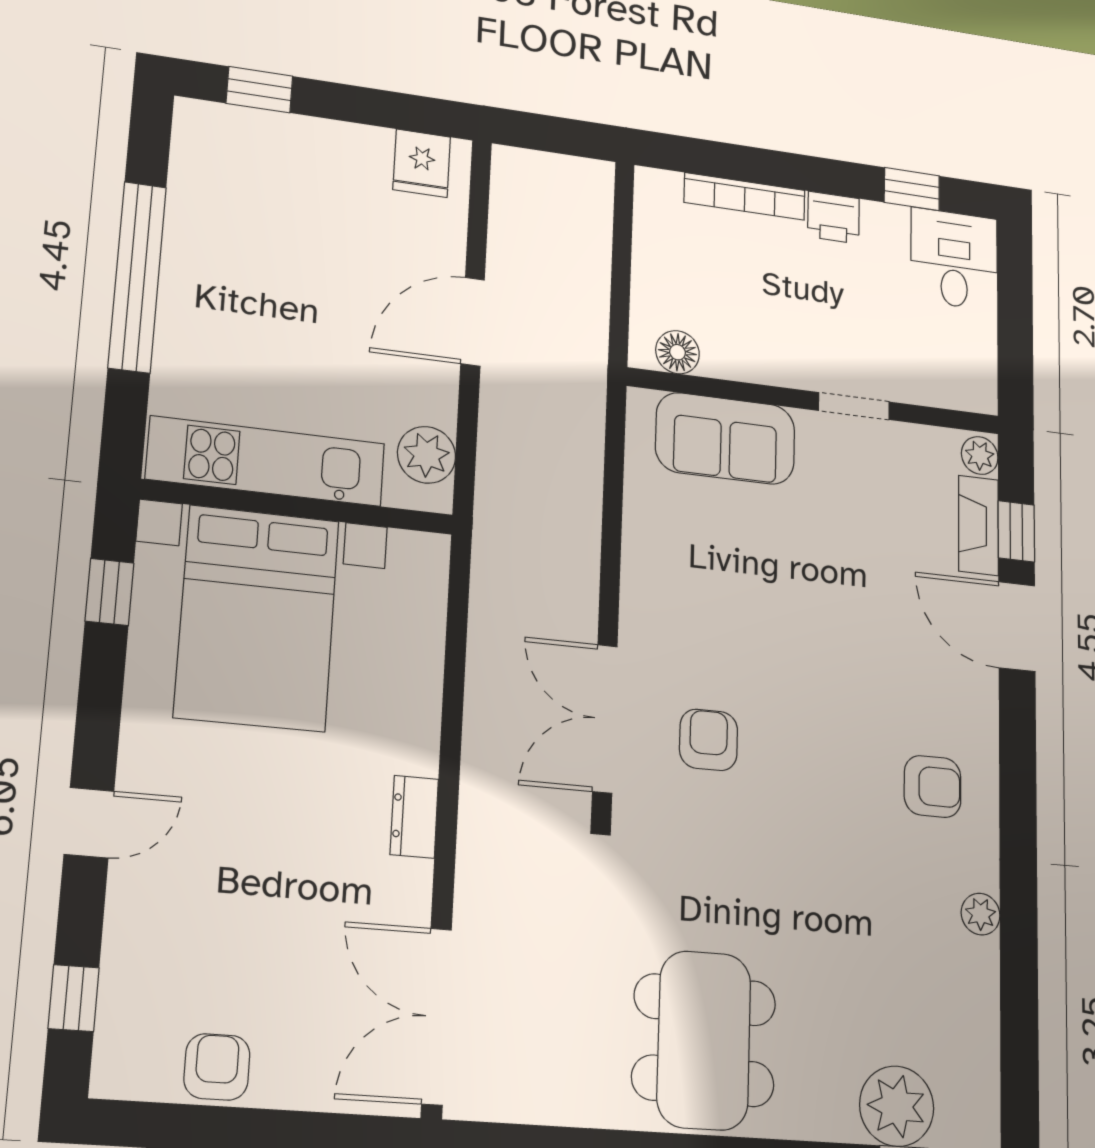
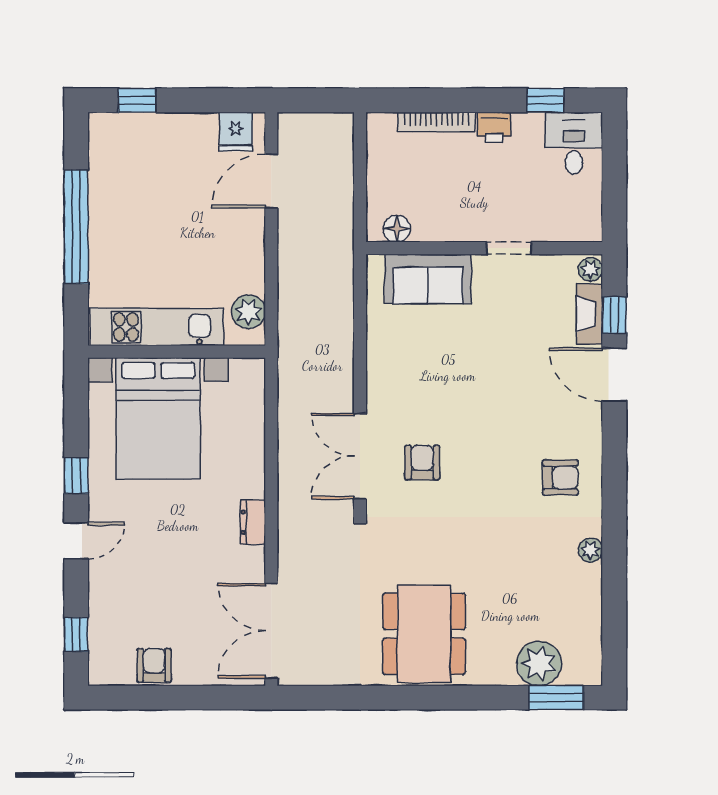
door: (473, 322) -> (271, 181), moved
window: (109, 592) -> (76, 476), moved

